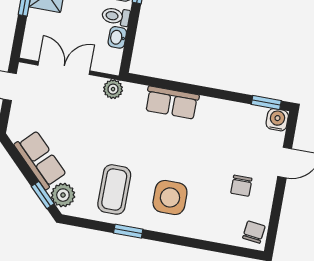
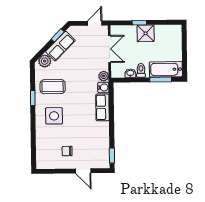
water cooler: (277, 120) -> (103, 88), moved
window: (43, 195) -> (58, 35), moved
chair: (254, 232) -> (45, 162), removed

